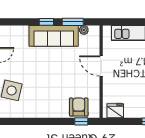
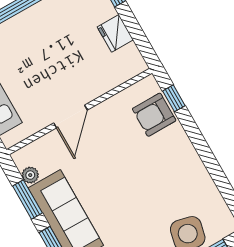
fridge: (115, 111) -> (115, 33), moved

